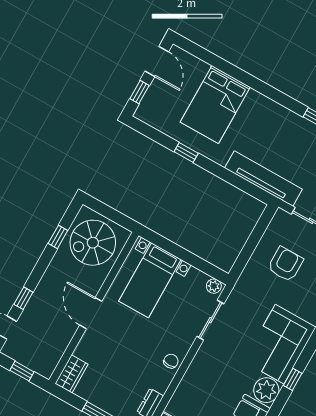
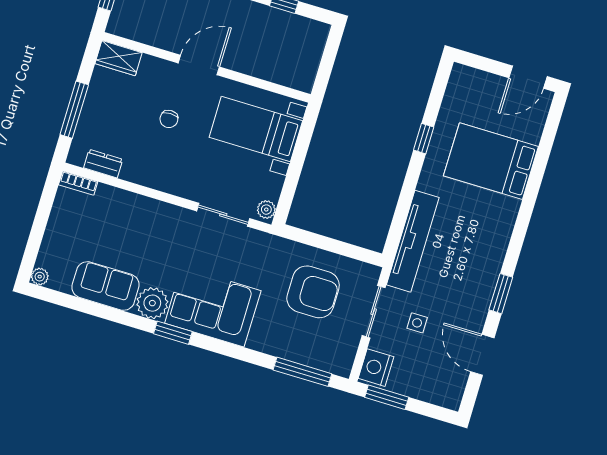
window: (140, 92) -> (485, 64), removed
spiral stairs: (93, 243) -> (287, 48), removed
armchair: (285, 264) -> (313, 292), width x1.36, depth x1.36
chair: (171, 361) -> (169, 119), moved, turned 90
window: (293, 379) -> (173, 333), width x1.50

